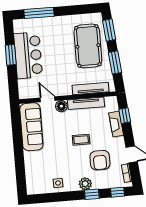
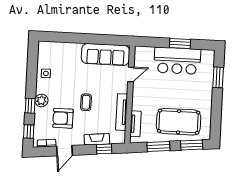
window: (39, 13) -> (218, 77), width x0.69
tv unit: (90, 88) -> (136, 124), width x0.71
floor lamp: (61, 106) -> (122, 87), removed

